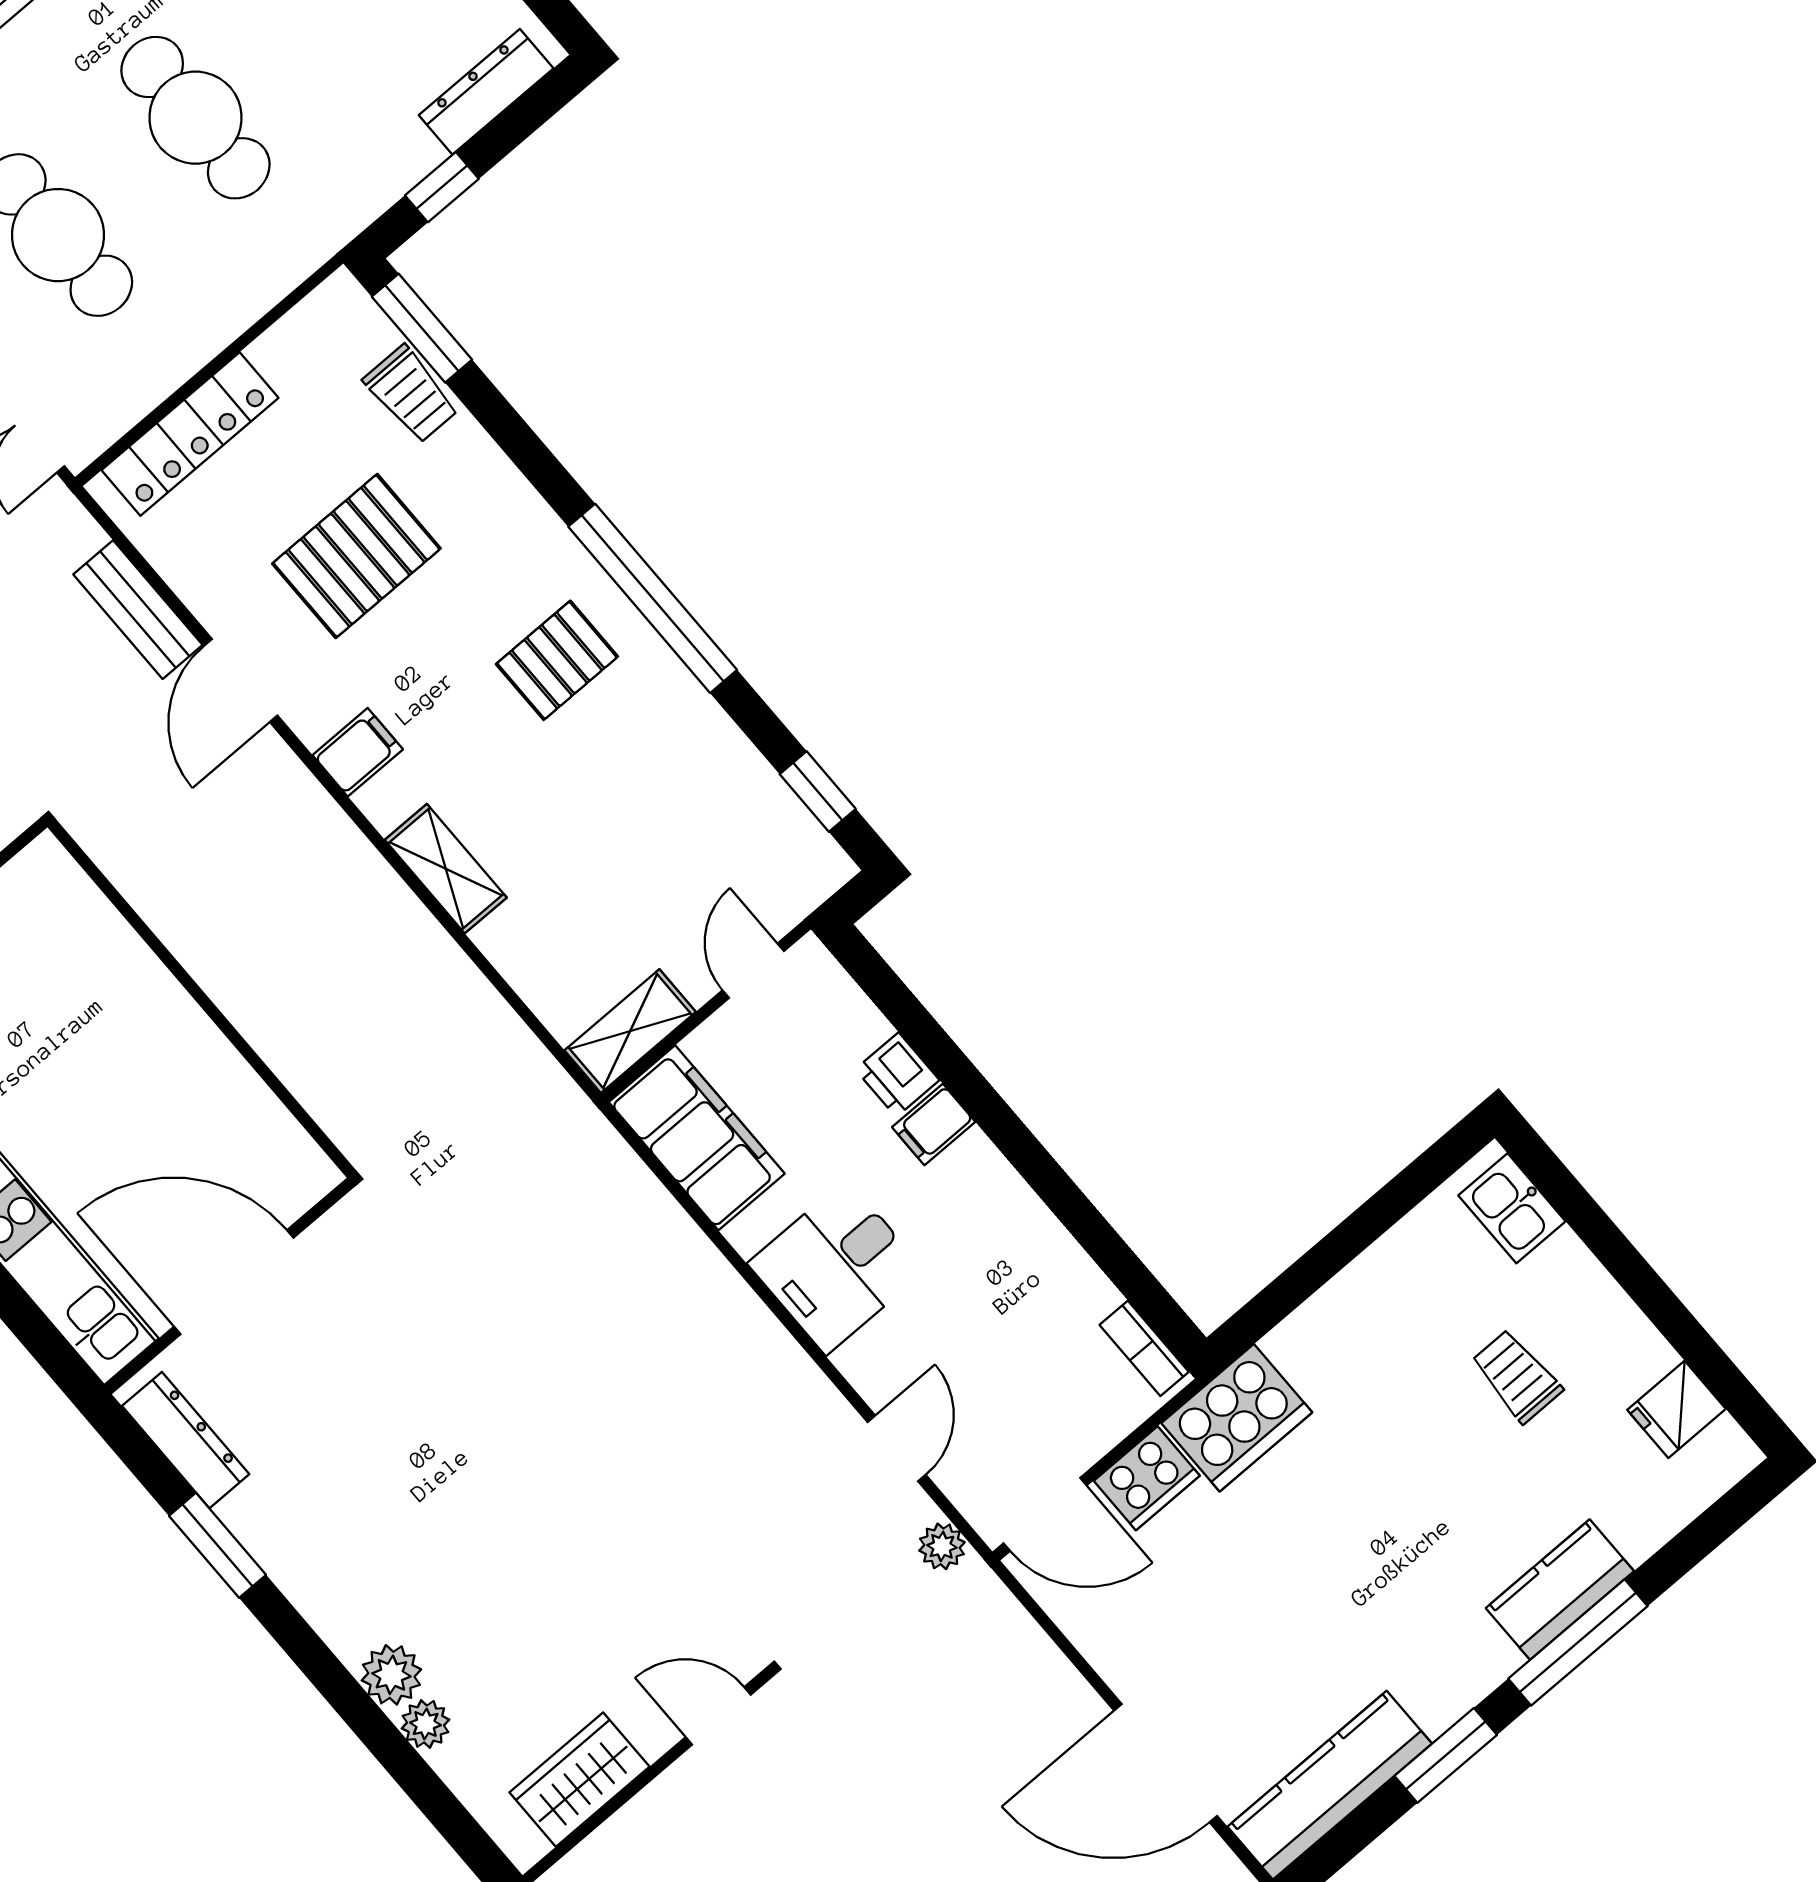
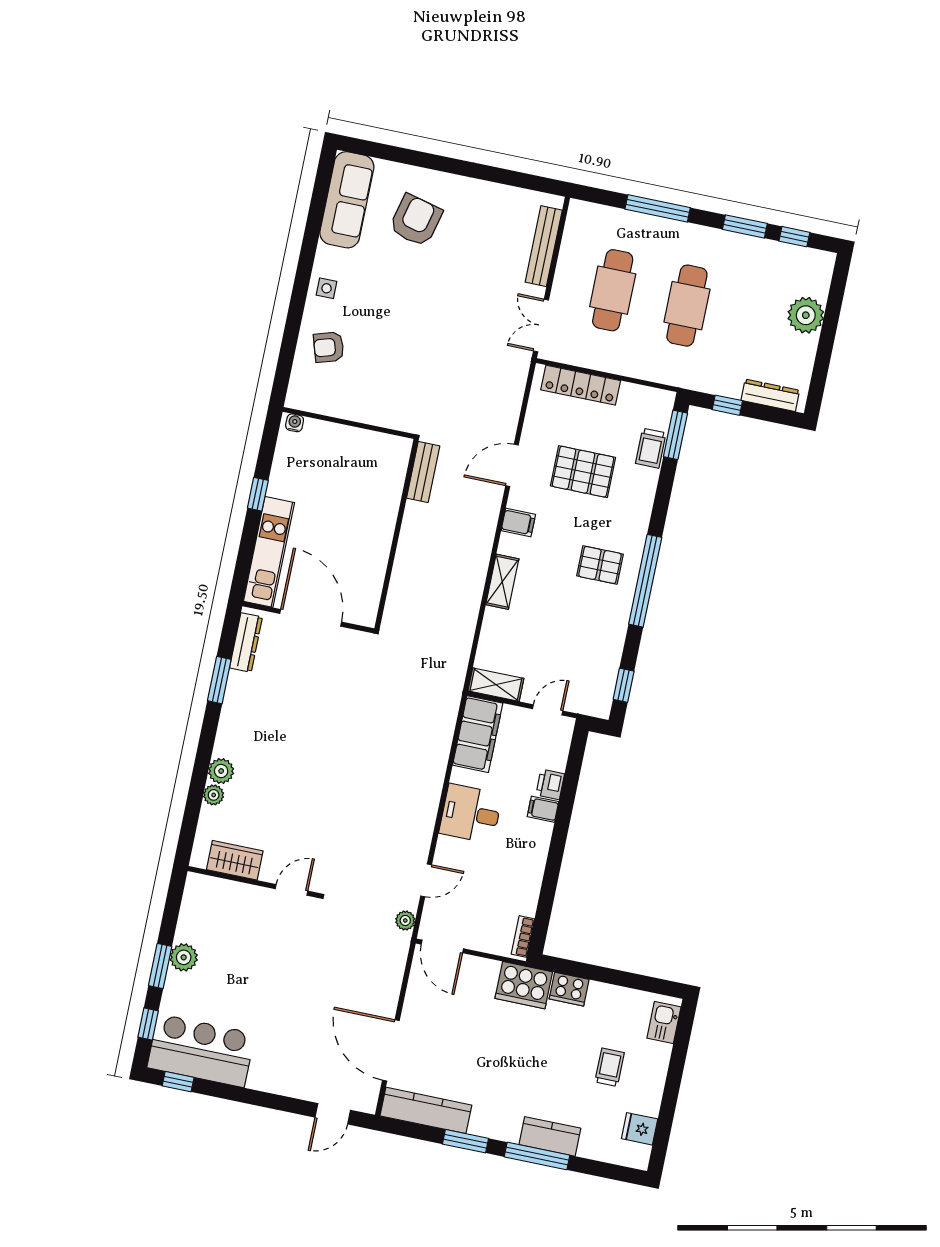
bench: (138, 610) -> (423, 472), moved
cooker: (1147, 1478) -> (569, 989), moved
door: (718, 1716) -> (292, 890), hinge flipped

